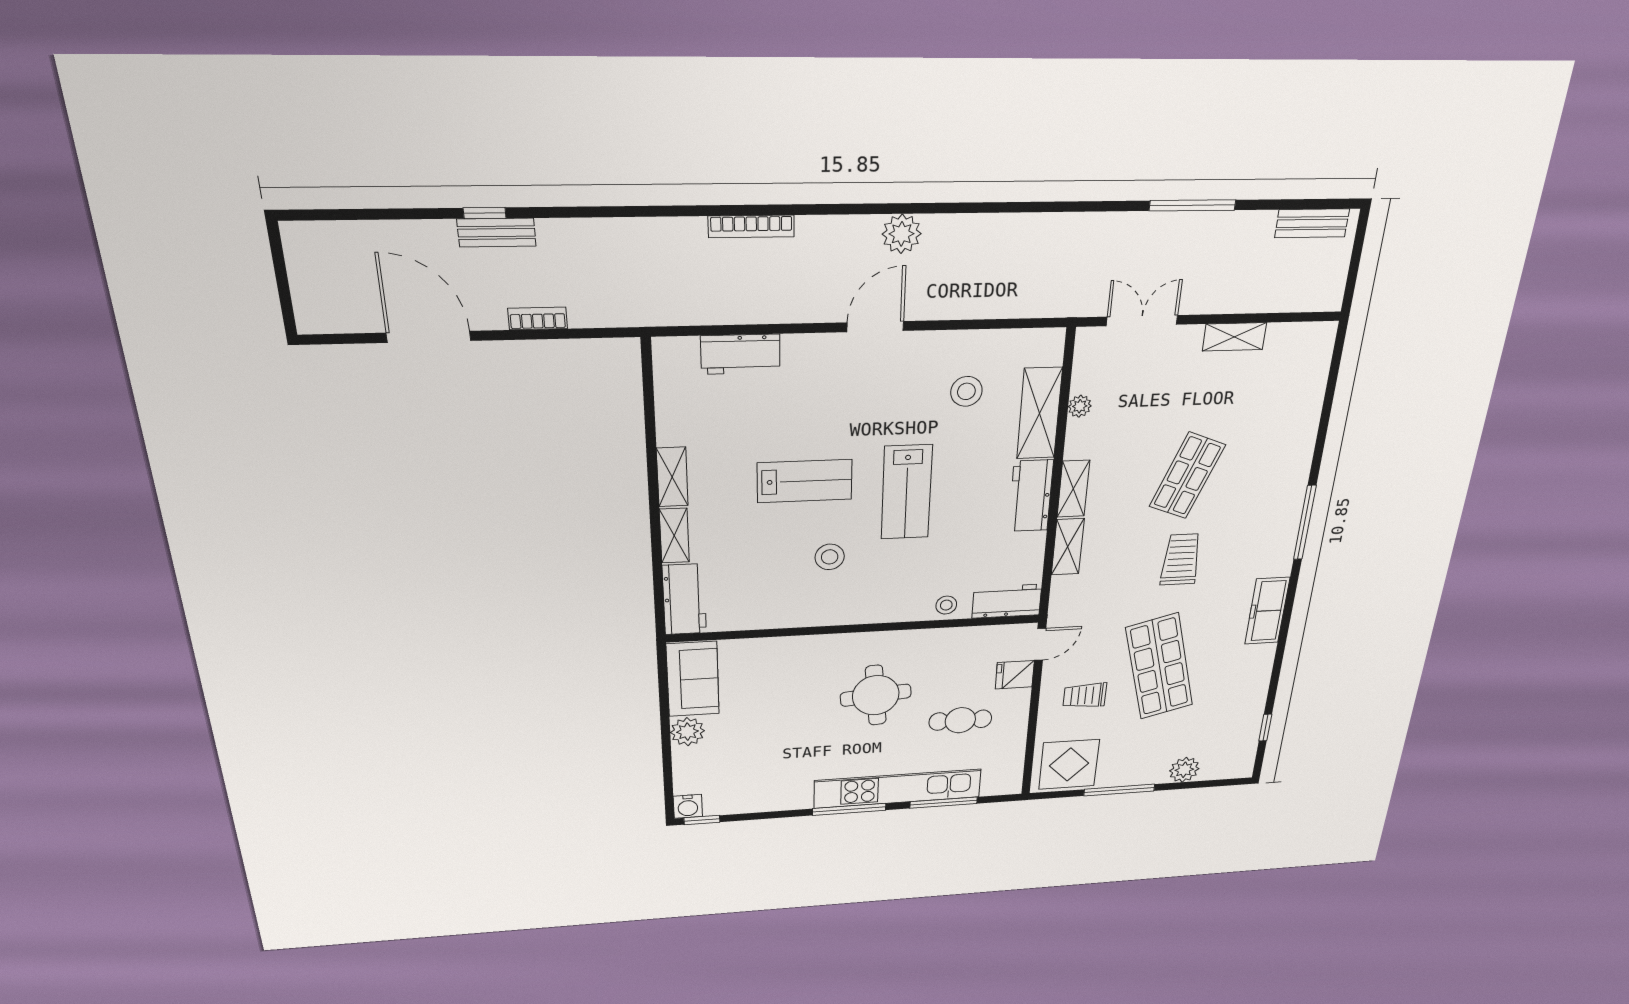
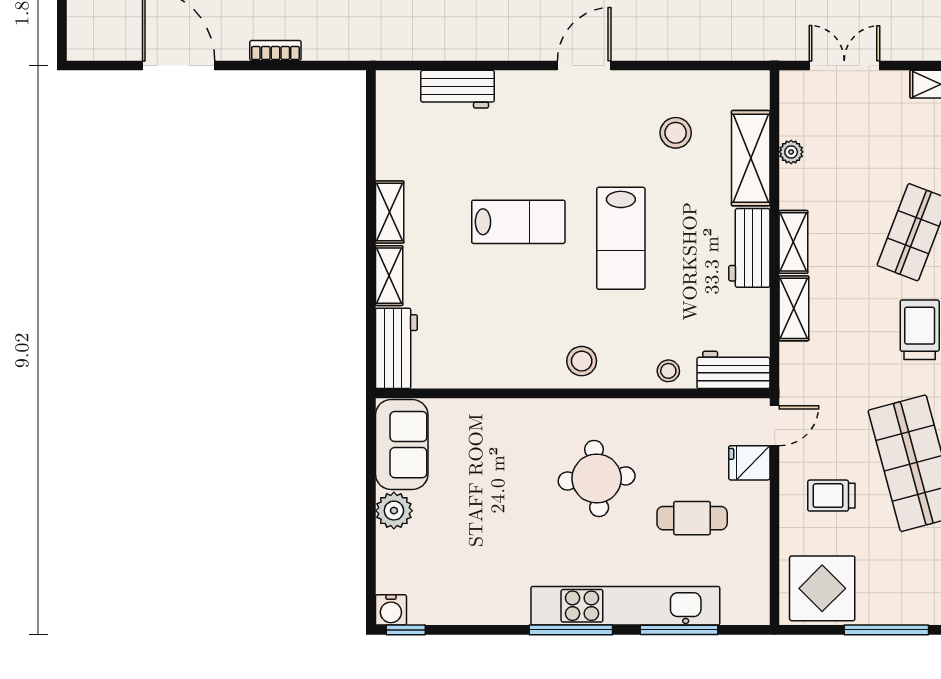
stool: (830, 557) -> (582, 361), moved

